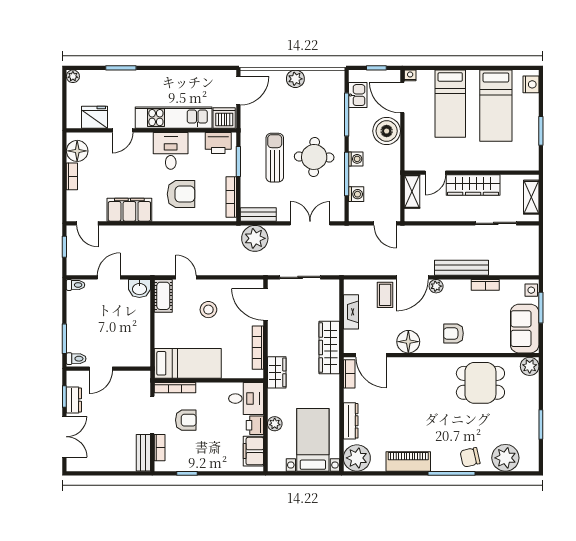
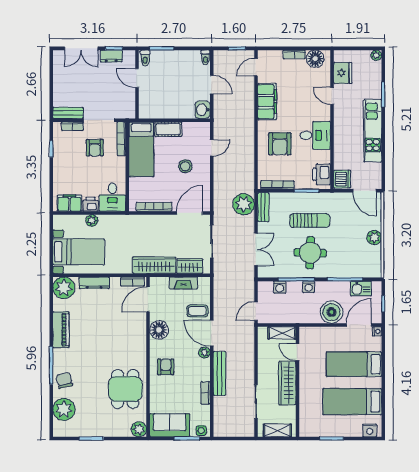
kitchen unit: (174, 118) -> (373, 131), moved, turned 180
cot: (163, 296) -> (168, 129), moved
wardrobe: (277, 372) -> (190, 266), moved, turned 180

